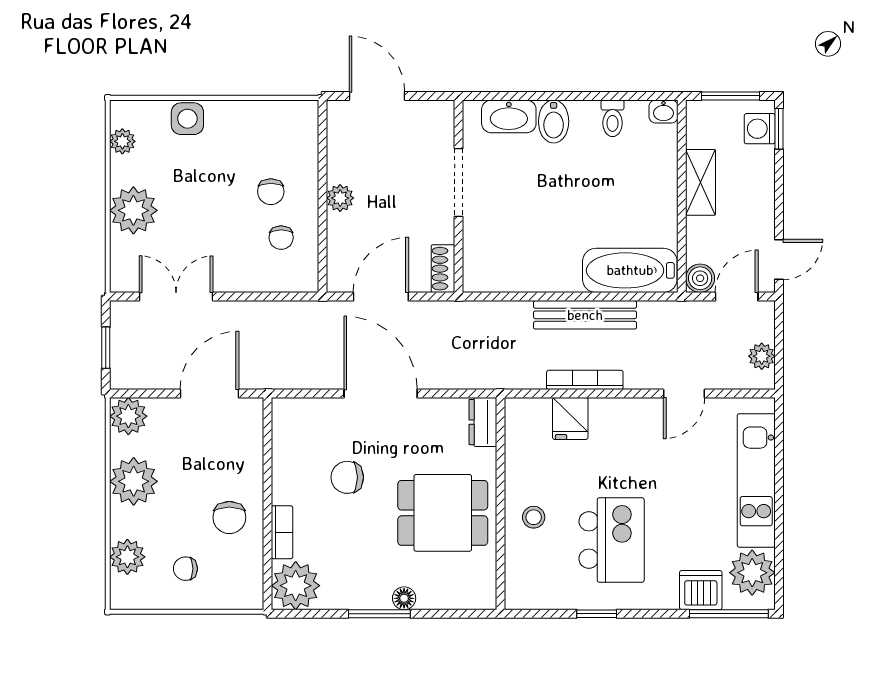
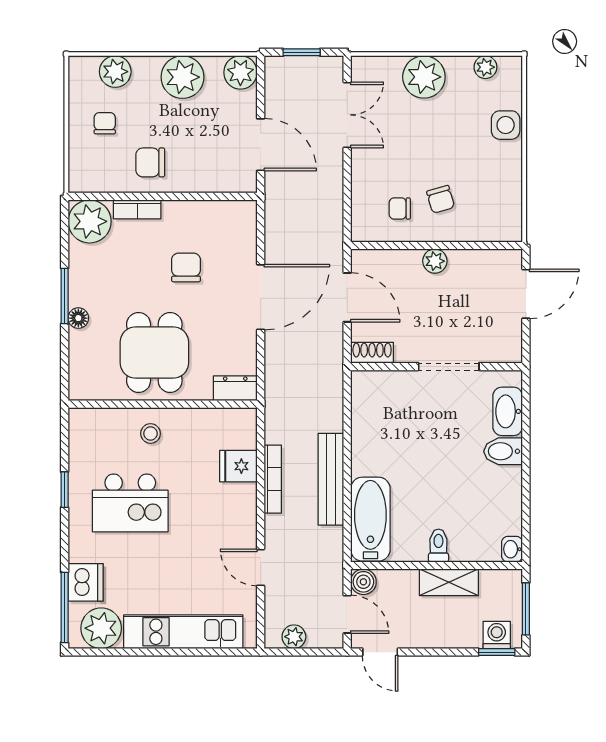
toilet: (613, 118) -> (438, 546), moved, turned 90
chair: (271, 192) -> (441, 199), turned -106

